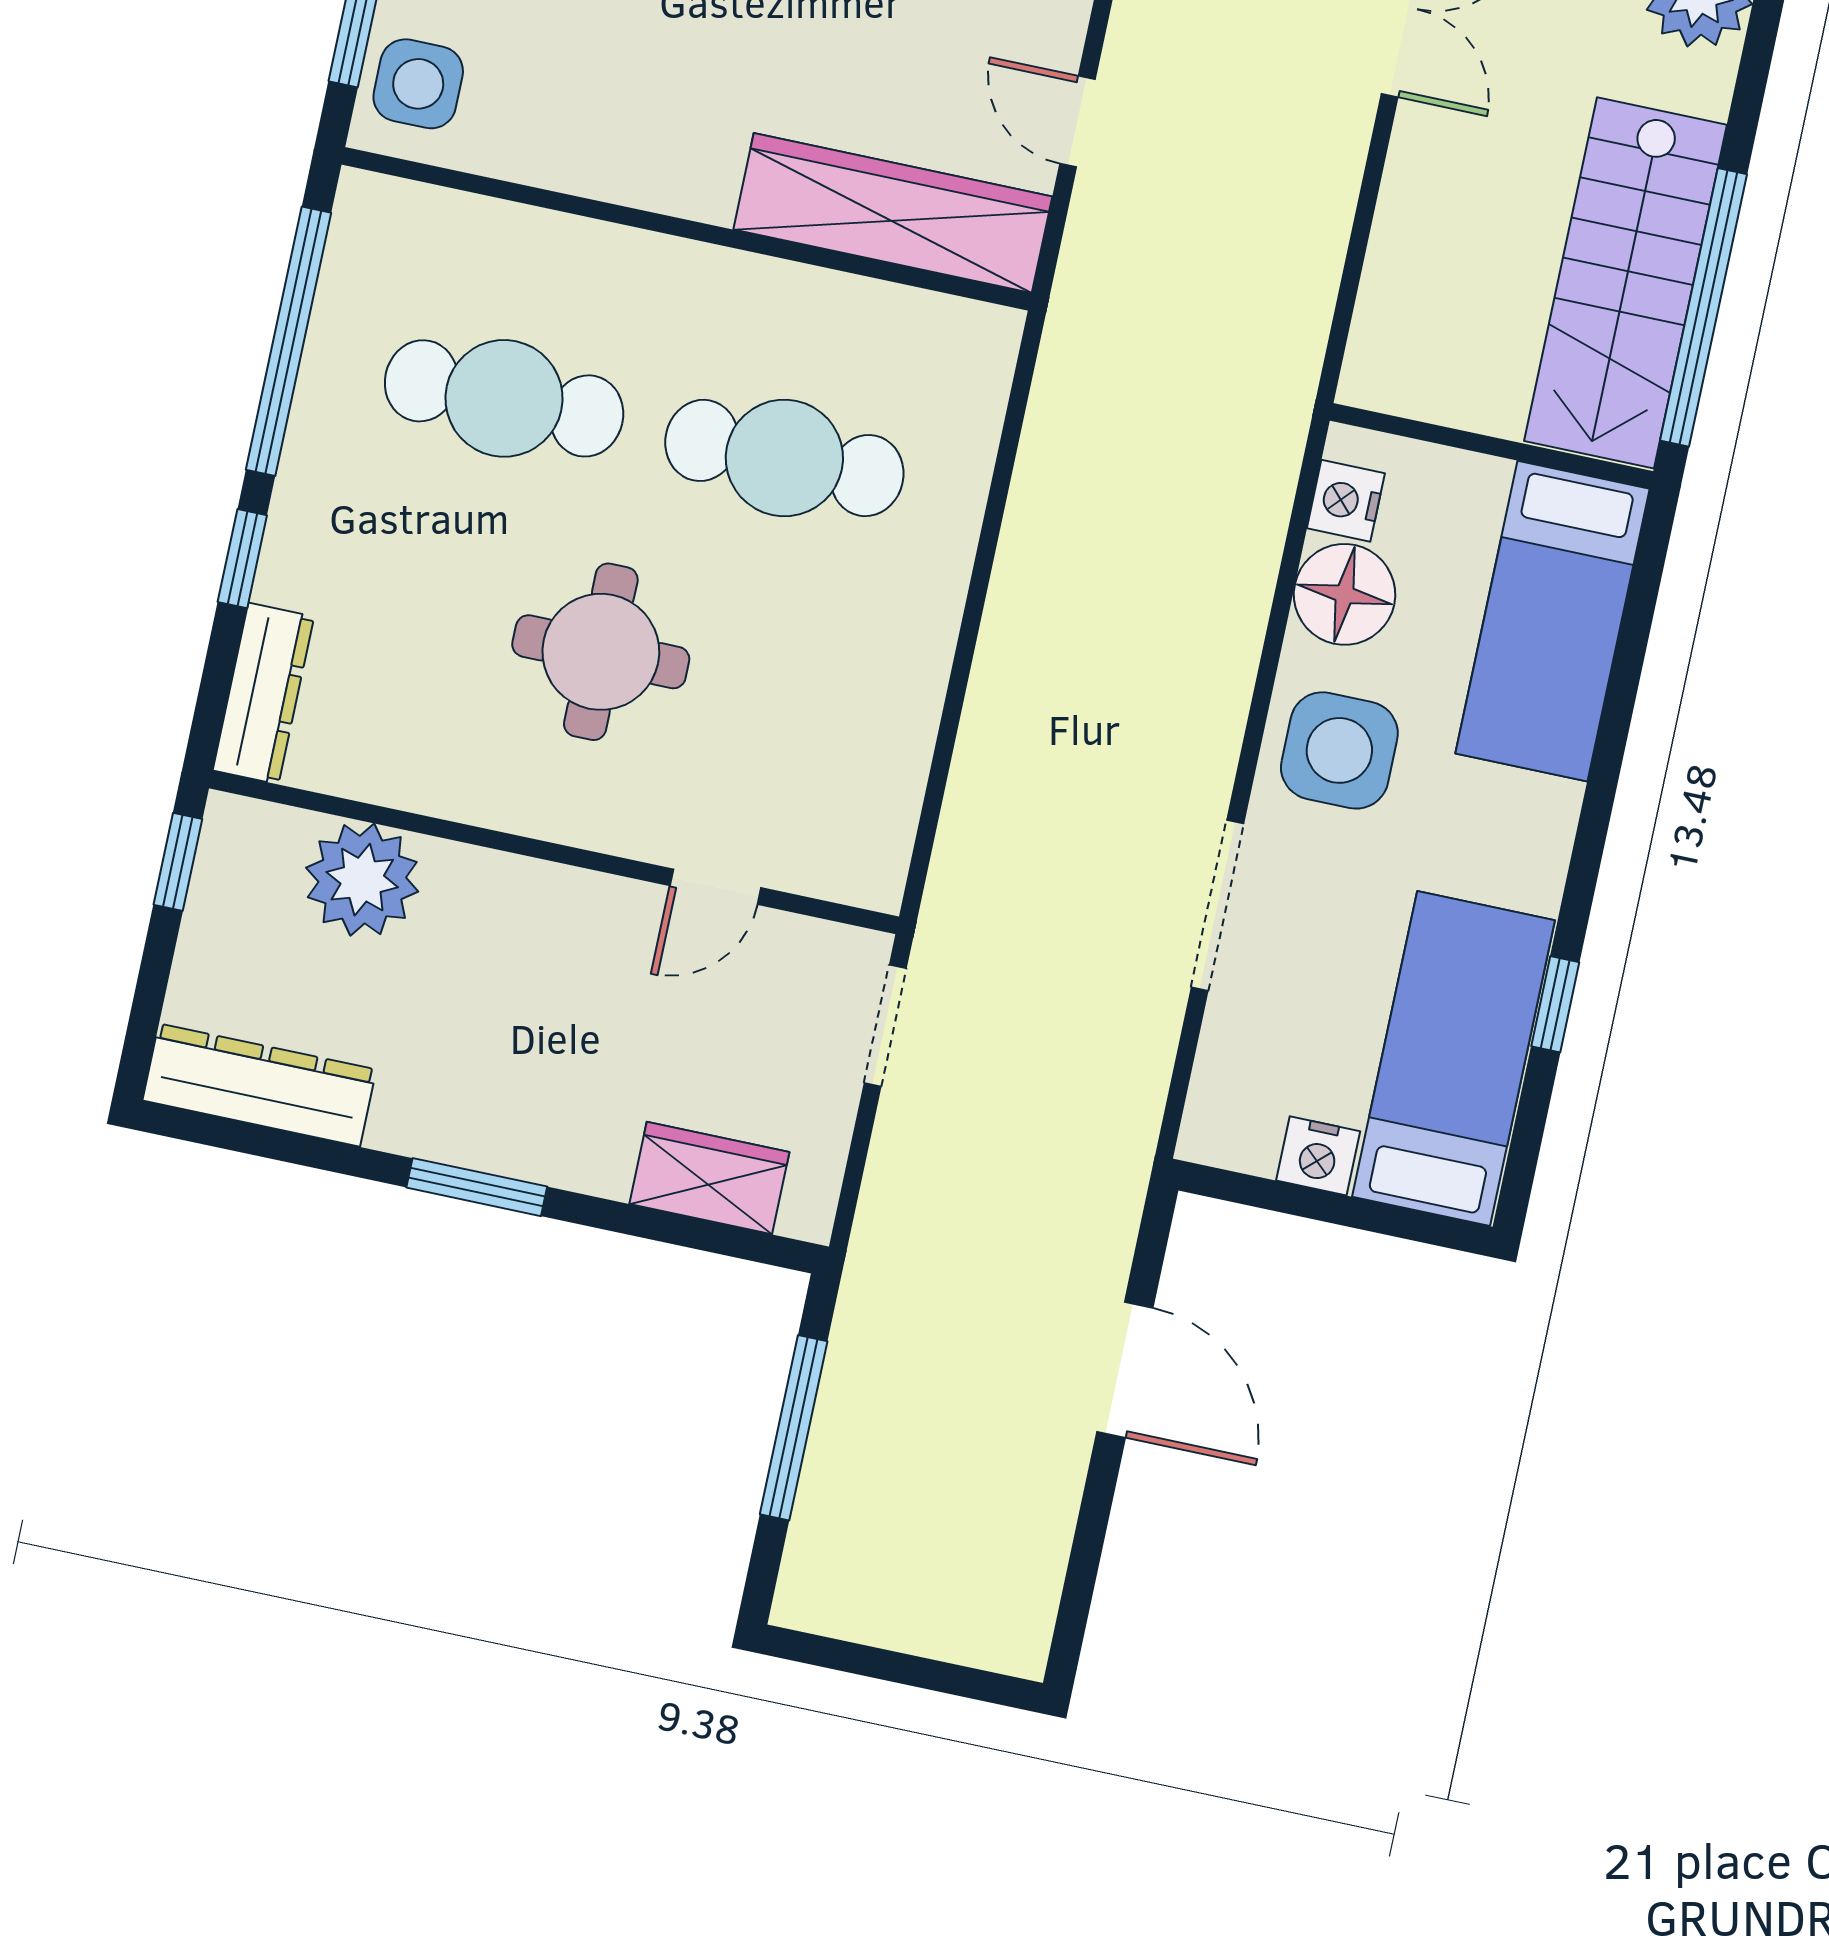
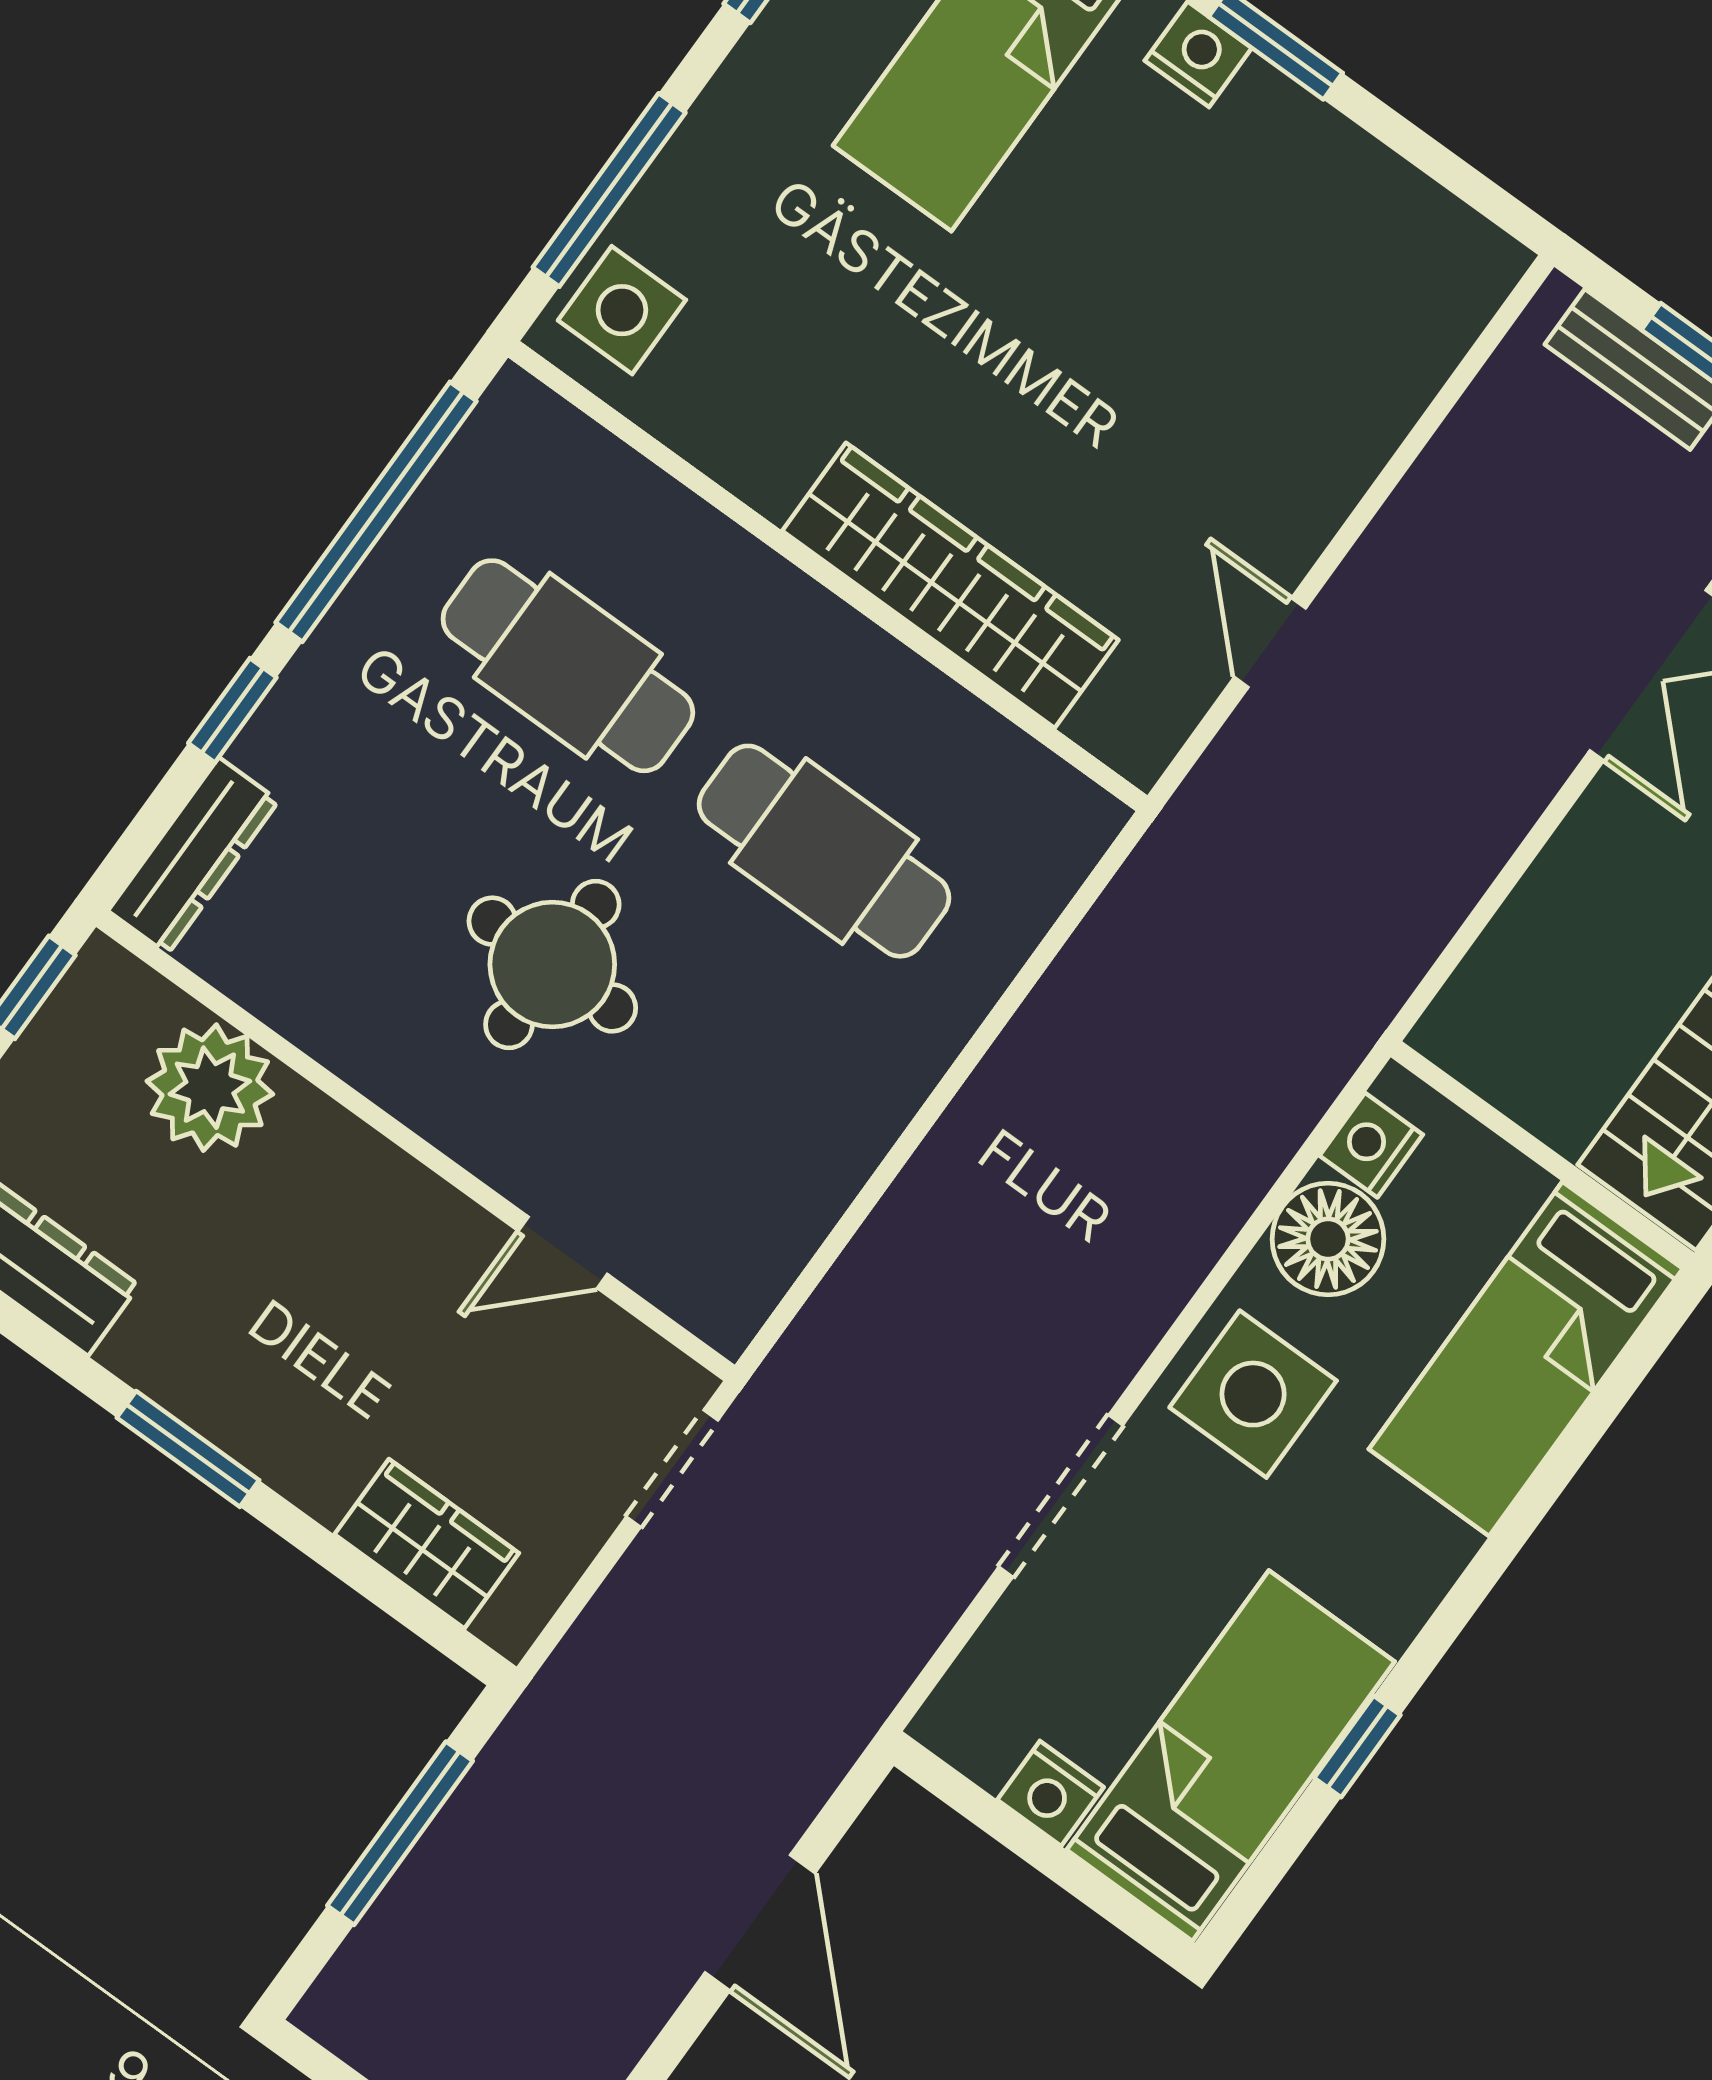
wardrobe: (893, 213) -> (950, 585), moved

